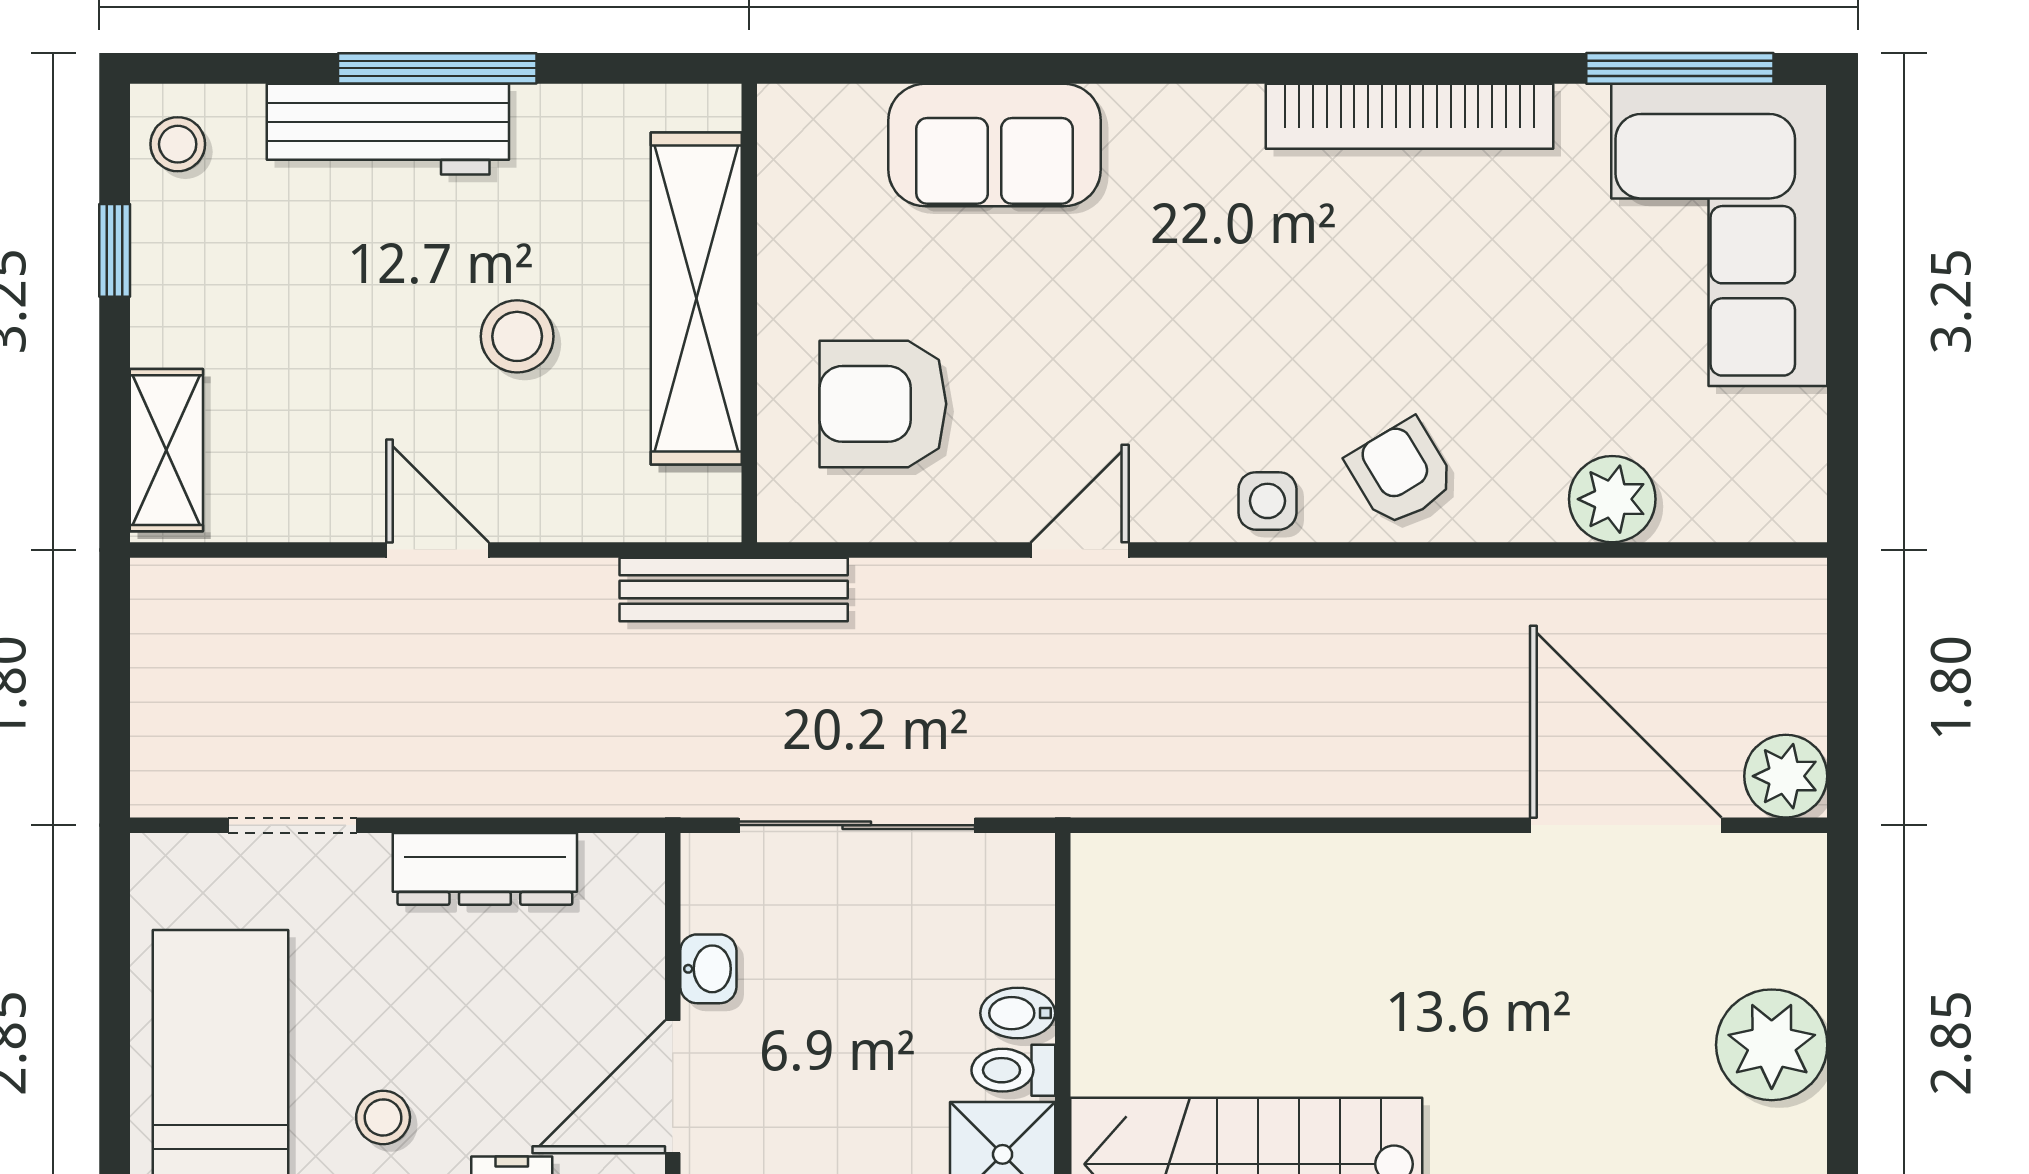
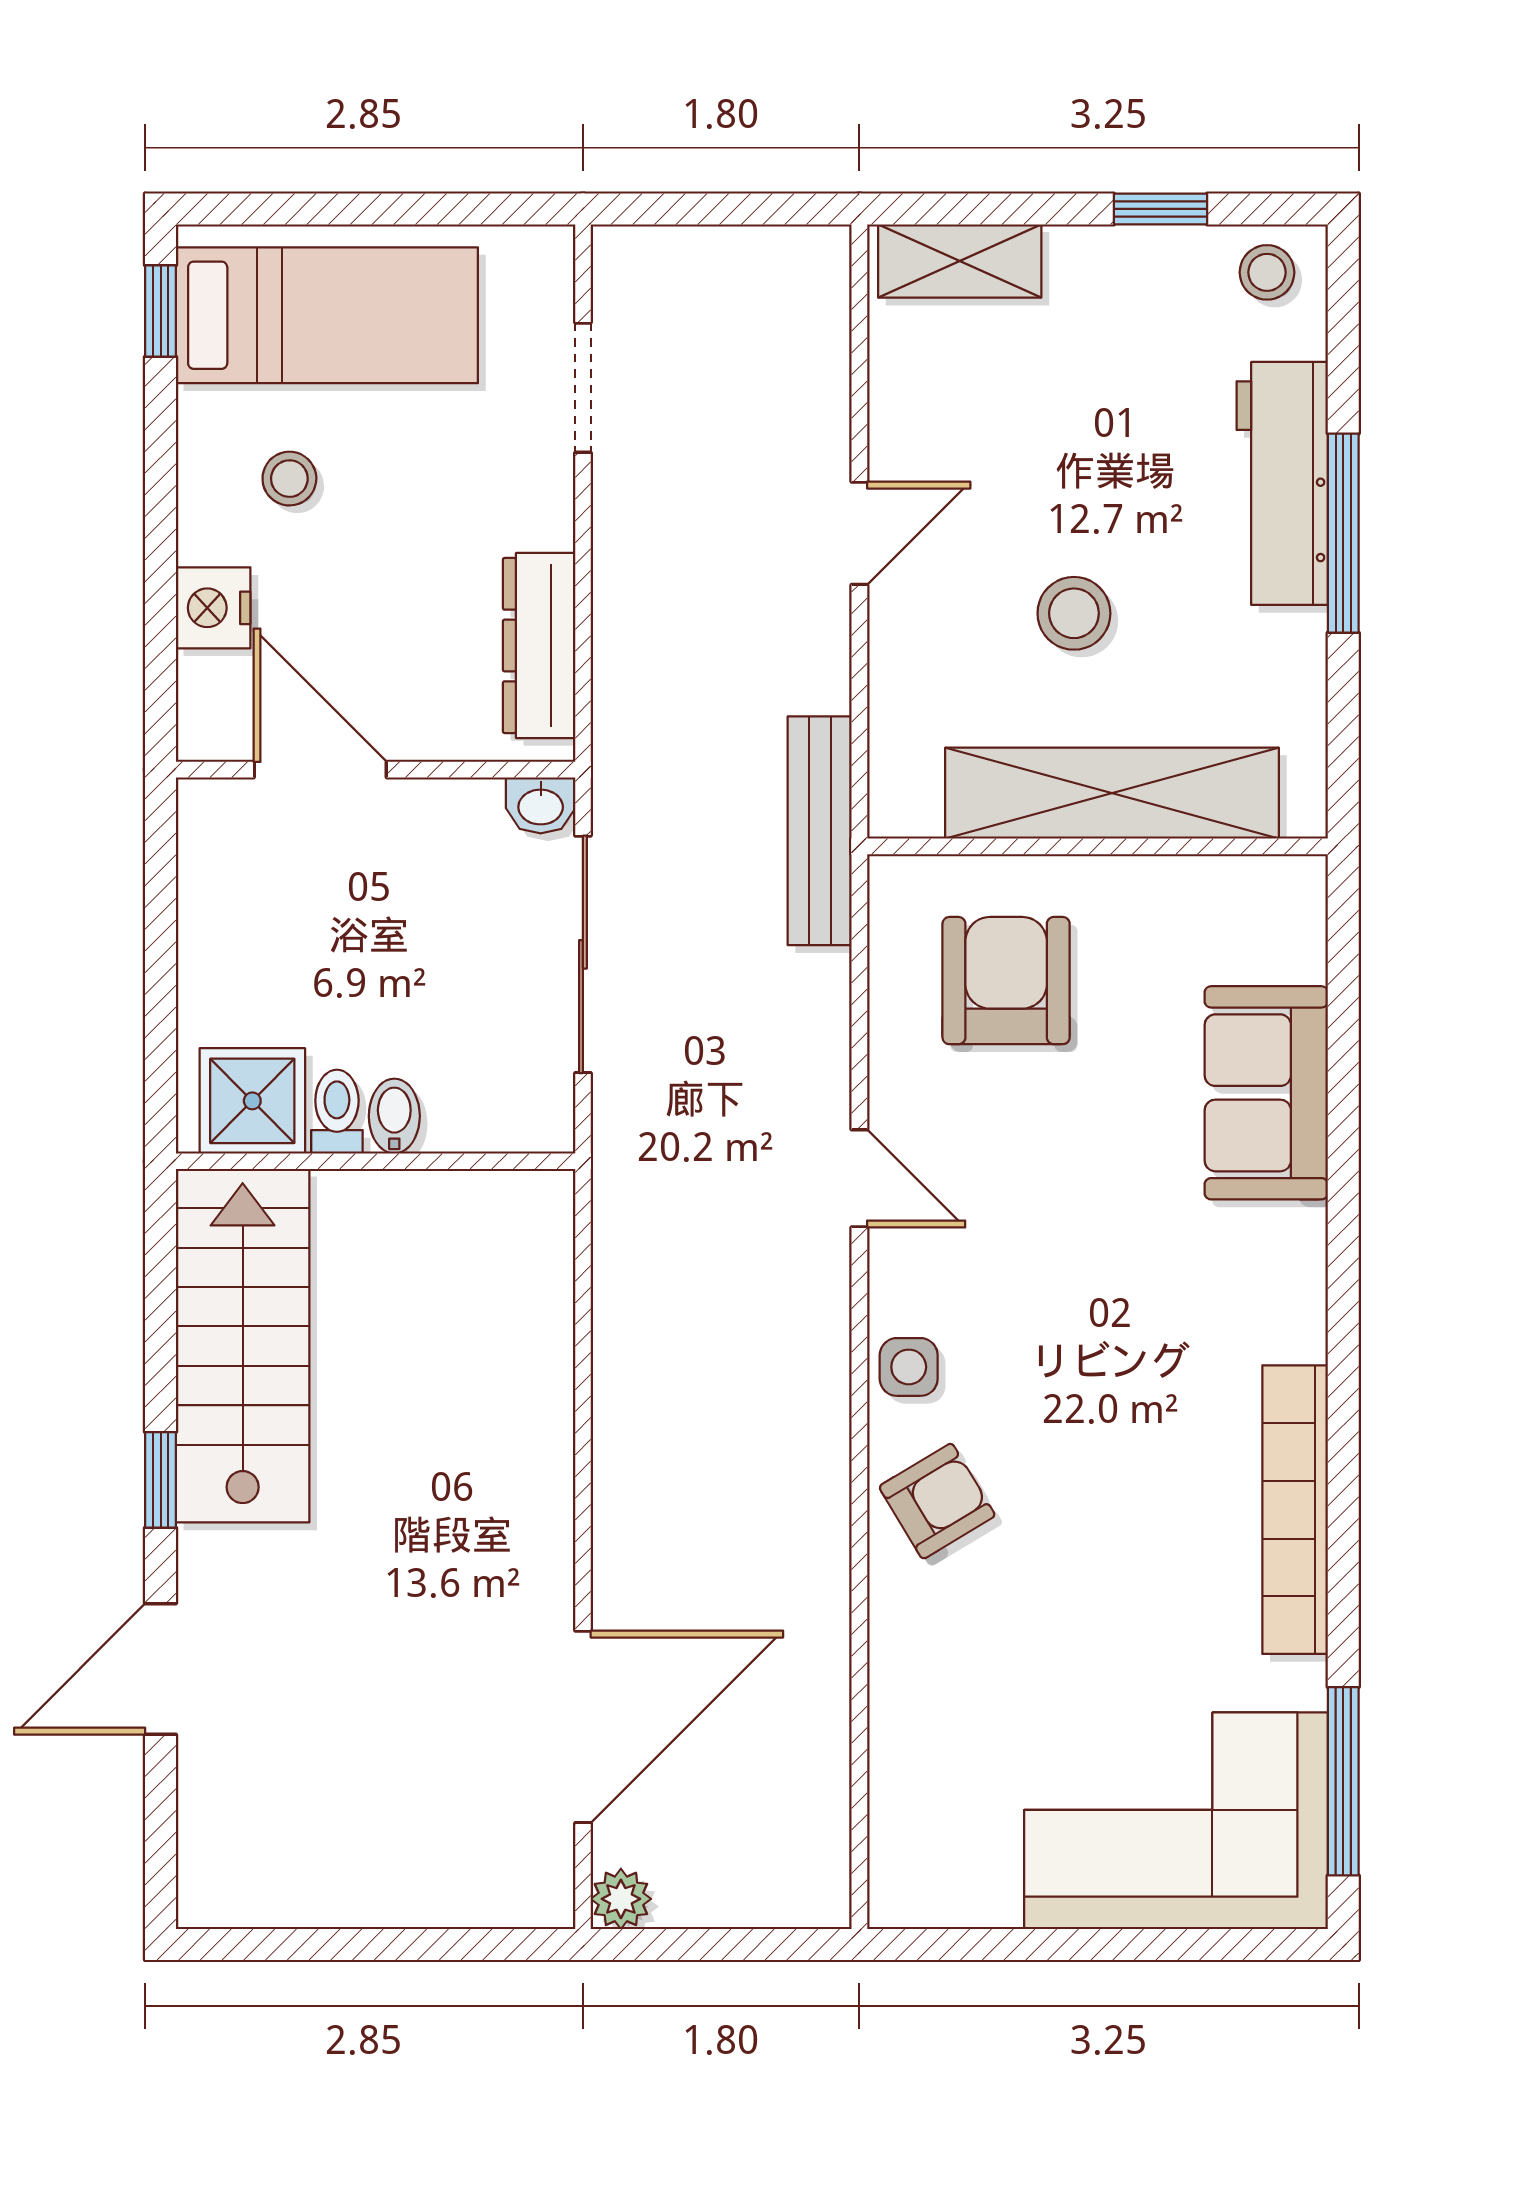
plant: (1612, 499) -> (911, 1713), removed
plant: (1786, 776) -> (621, 1899), width x0.73, depth x0.73
dresser: (485, 869) -> (539, 645), moved
washbasin: (708, 969) -> (541, 805), moved
plant: (1772, 1045) -> (362, 1873), removed

